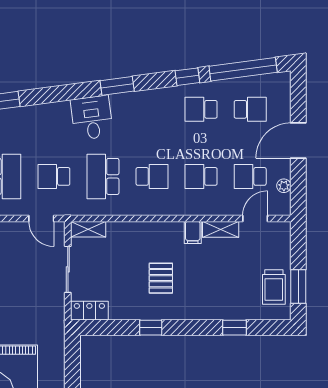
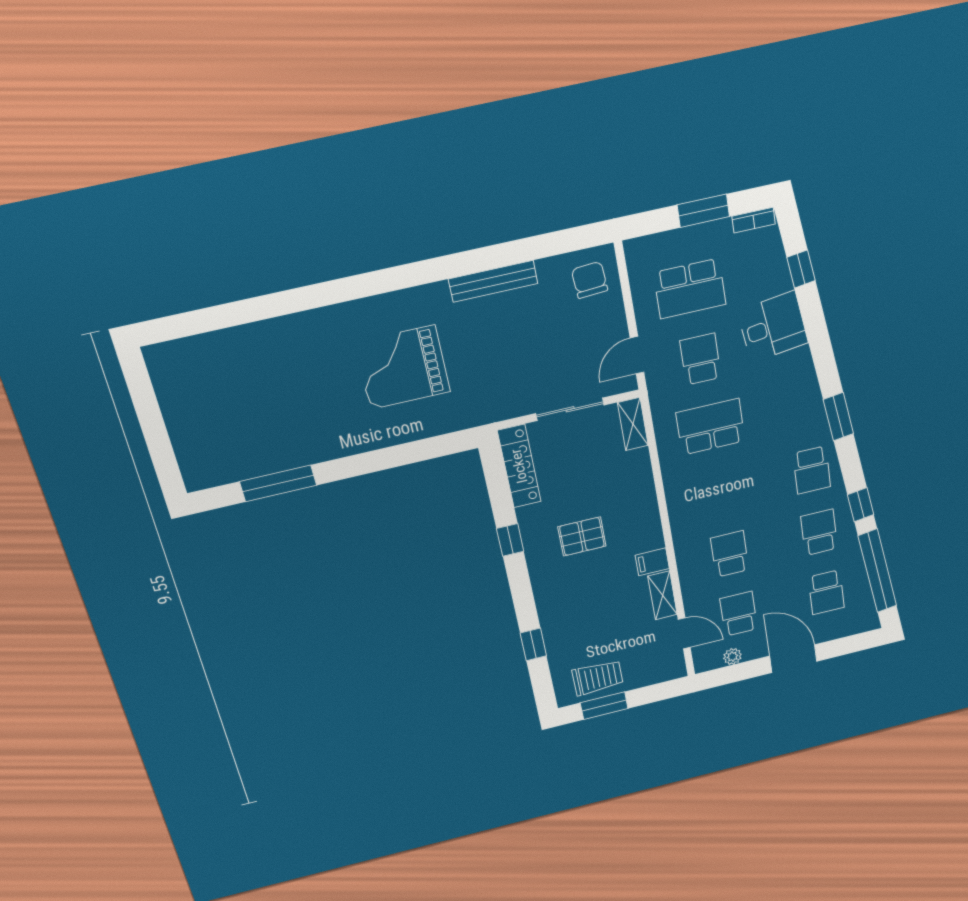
desk: (92, 118) -> (773, 327), moved
school desk: (152, 176) -> (812, 470), moved
trolley: (274, 287) -> (598, 678), turned 180
locker: (89, 311) -> (519, 466), width x1.53

